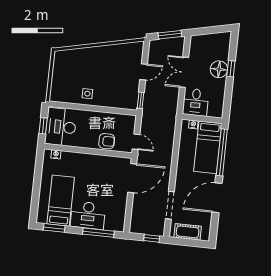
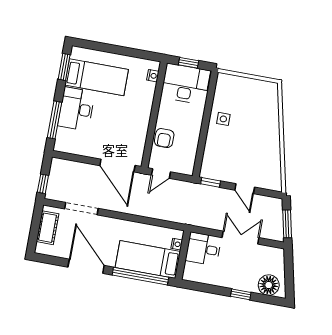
floor lamp: (219, 69) -> (269, 285), moved

